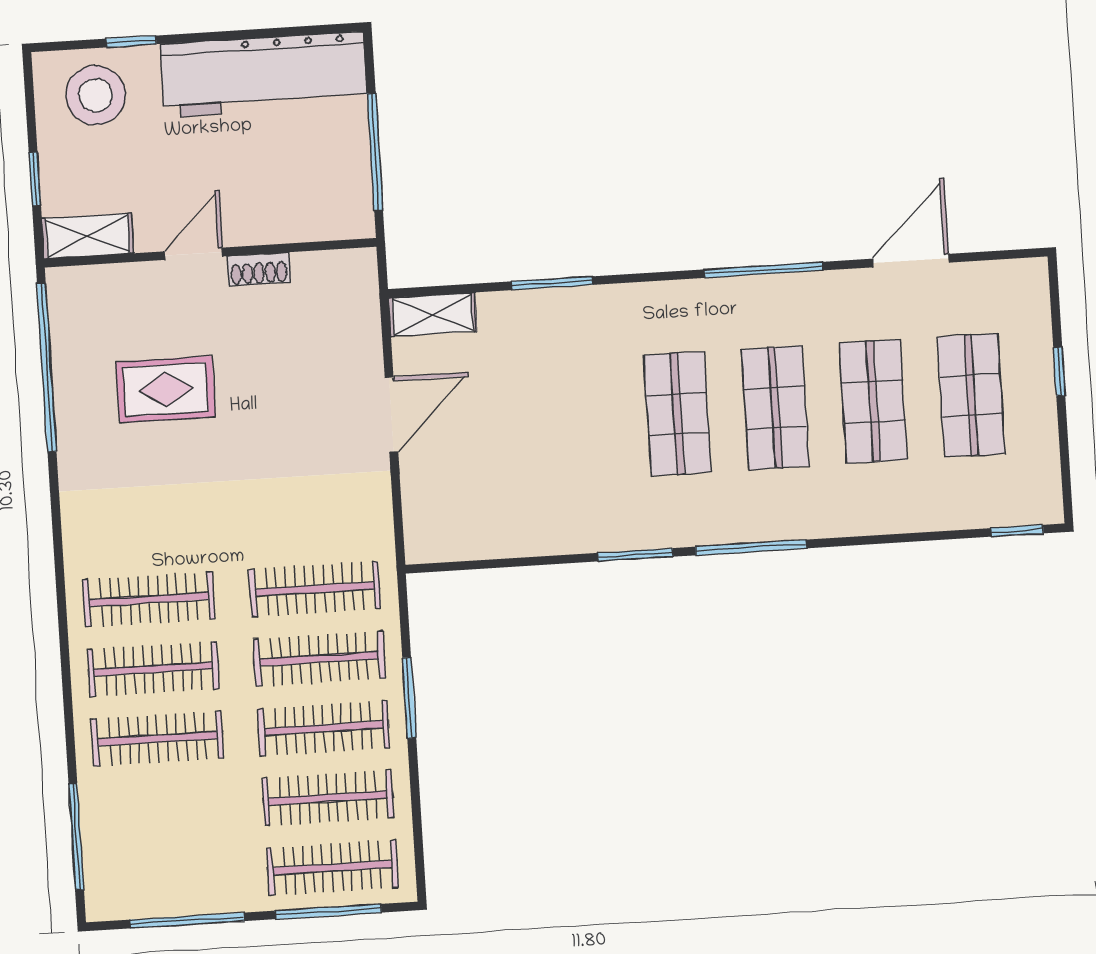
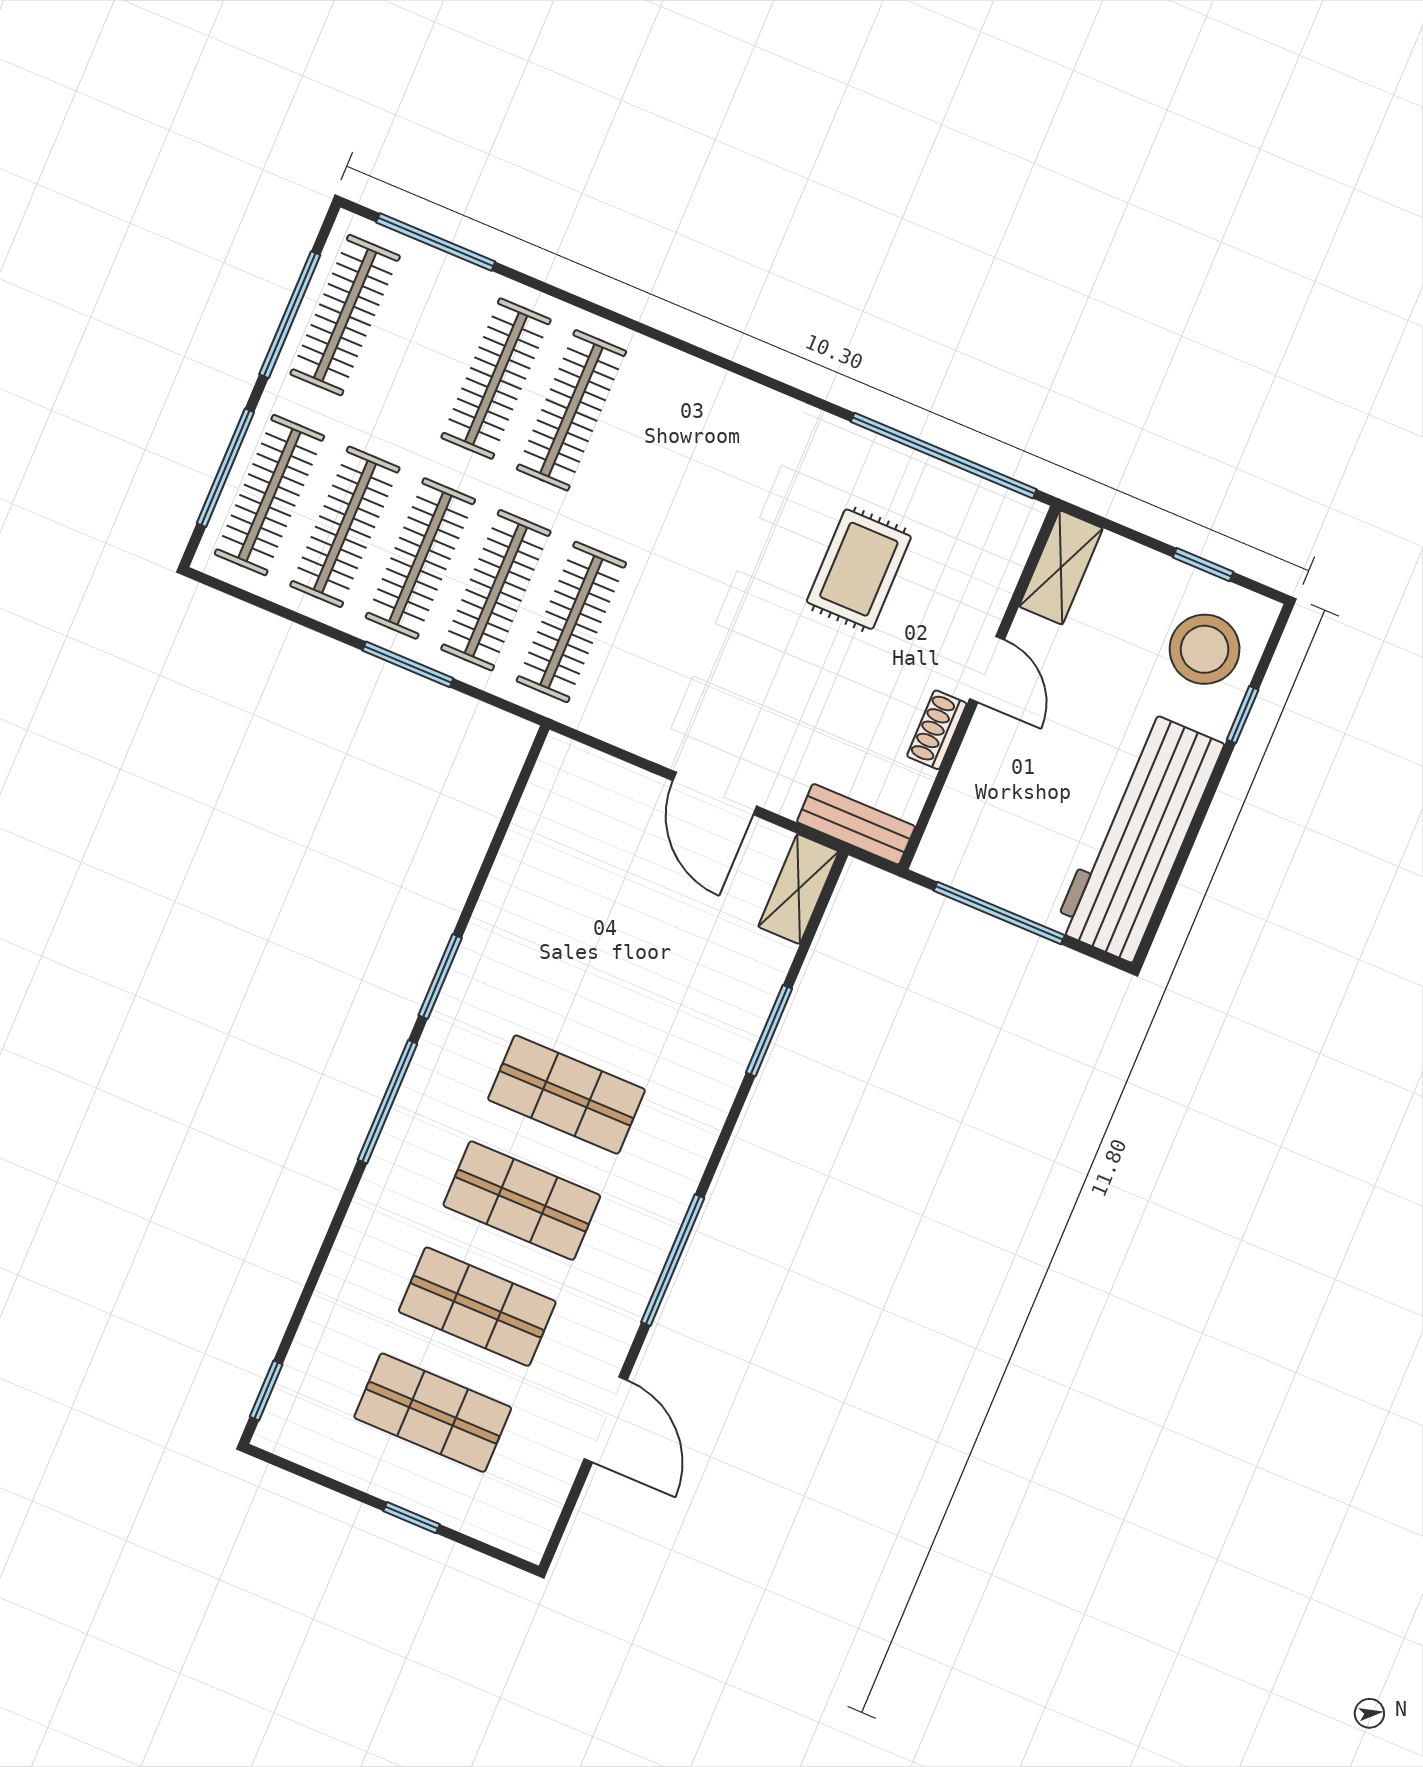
window: (35, 179) -> (1203, 565), moved
bench: (361, 295) -> (856, 824), added
clothes rail: (149, 600) -> (345, 315), moved

